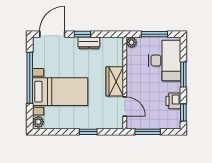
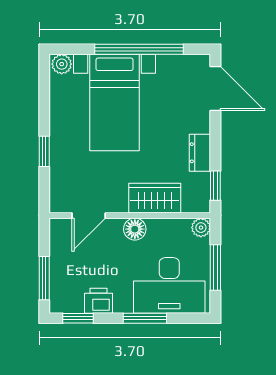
window: (82, 34) -> (215, 186), moved
floor lamp: (132, 80) -> (135, 229), added
wardrobe: (115, 81) -> (155, 198), moved
window: (148, 132) -> (44, 278), moved

